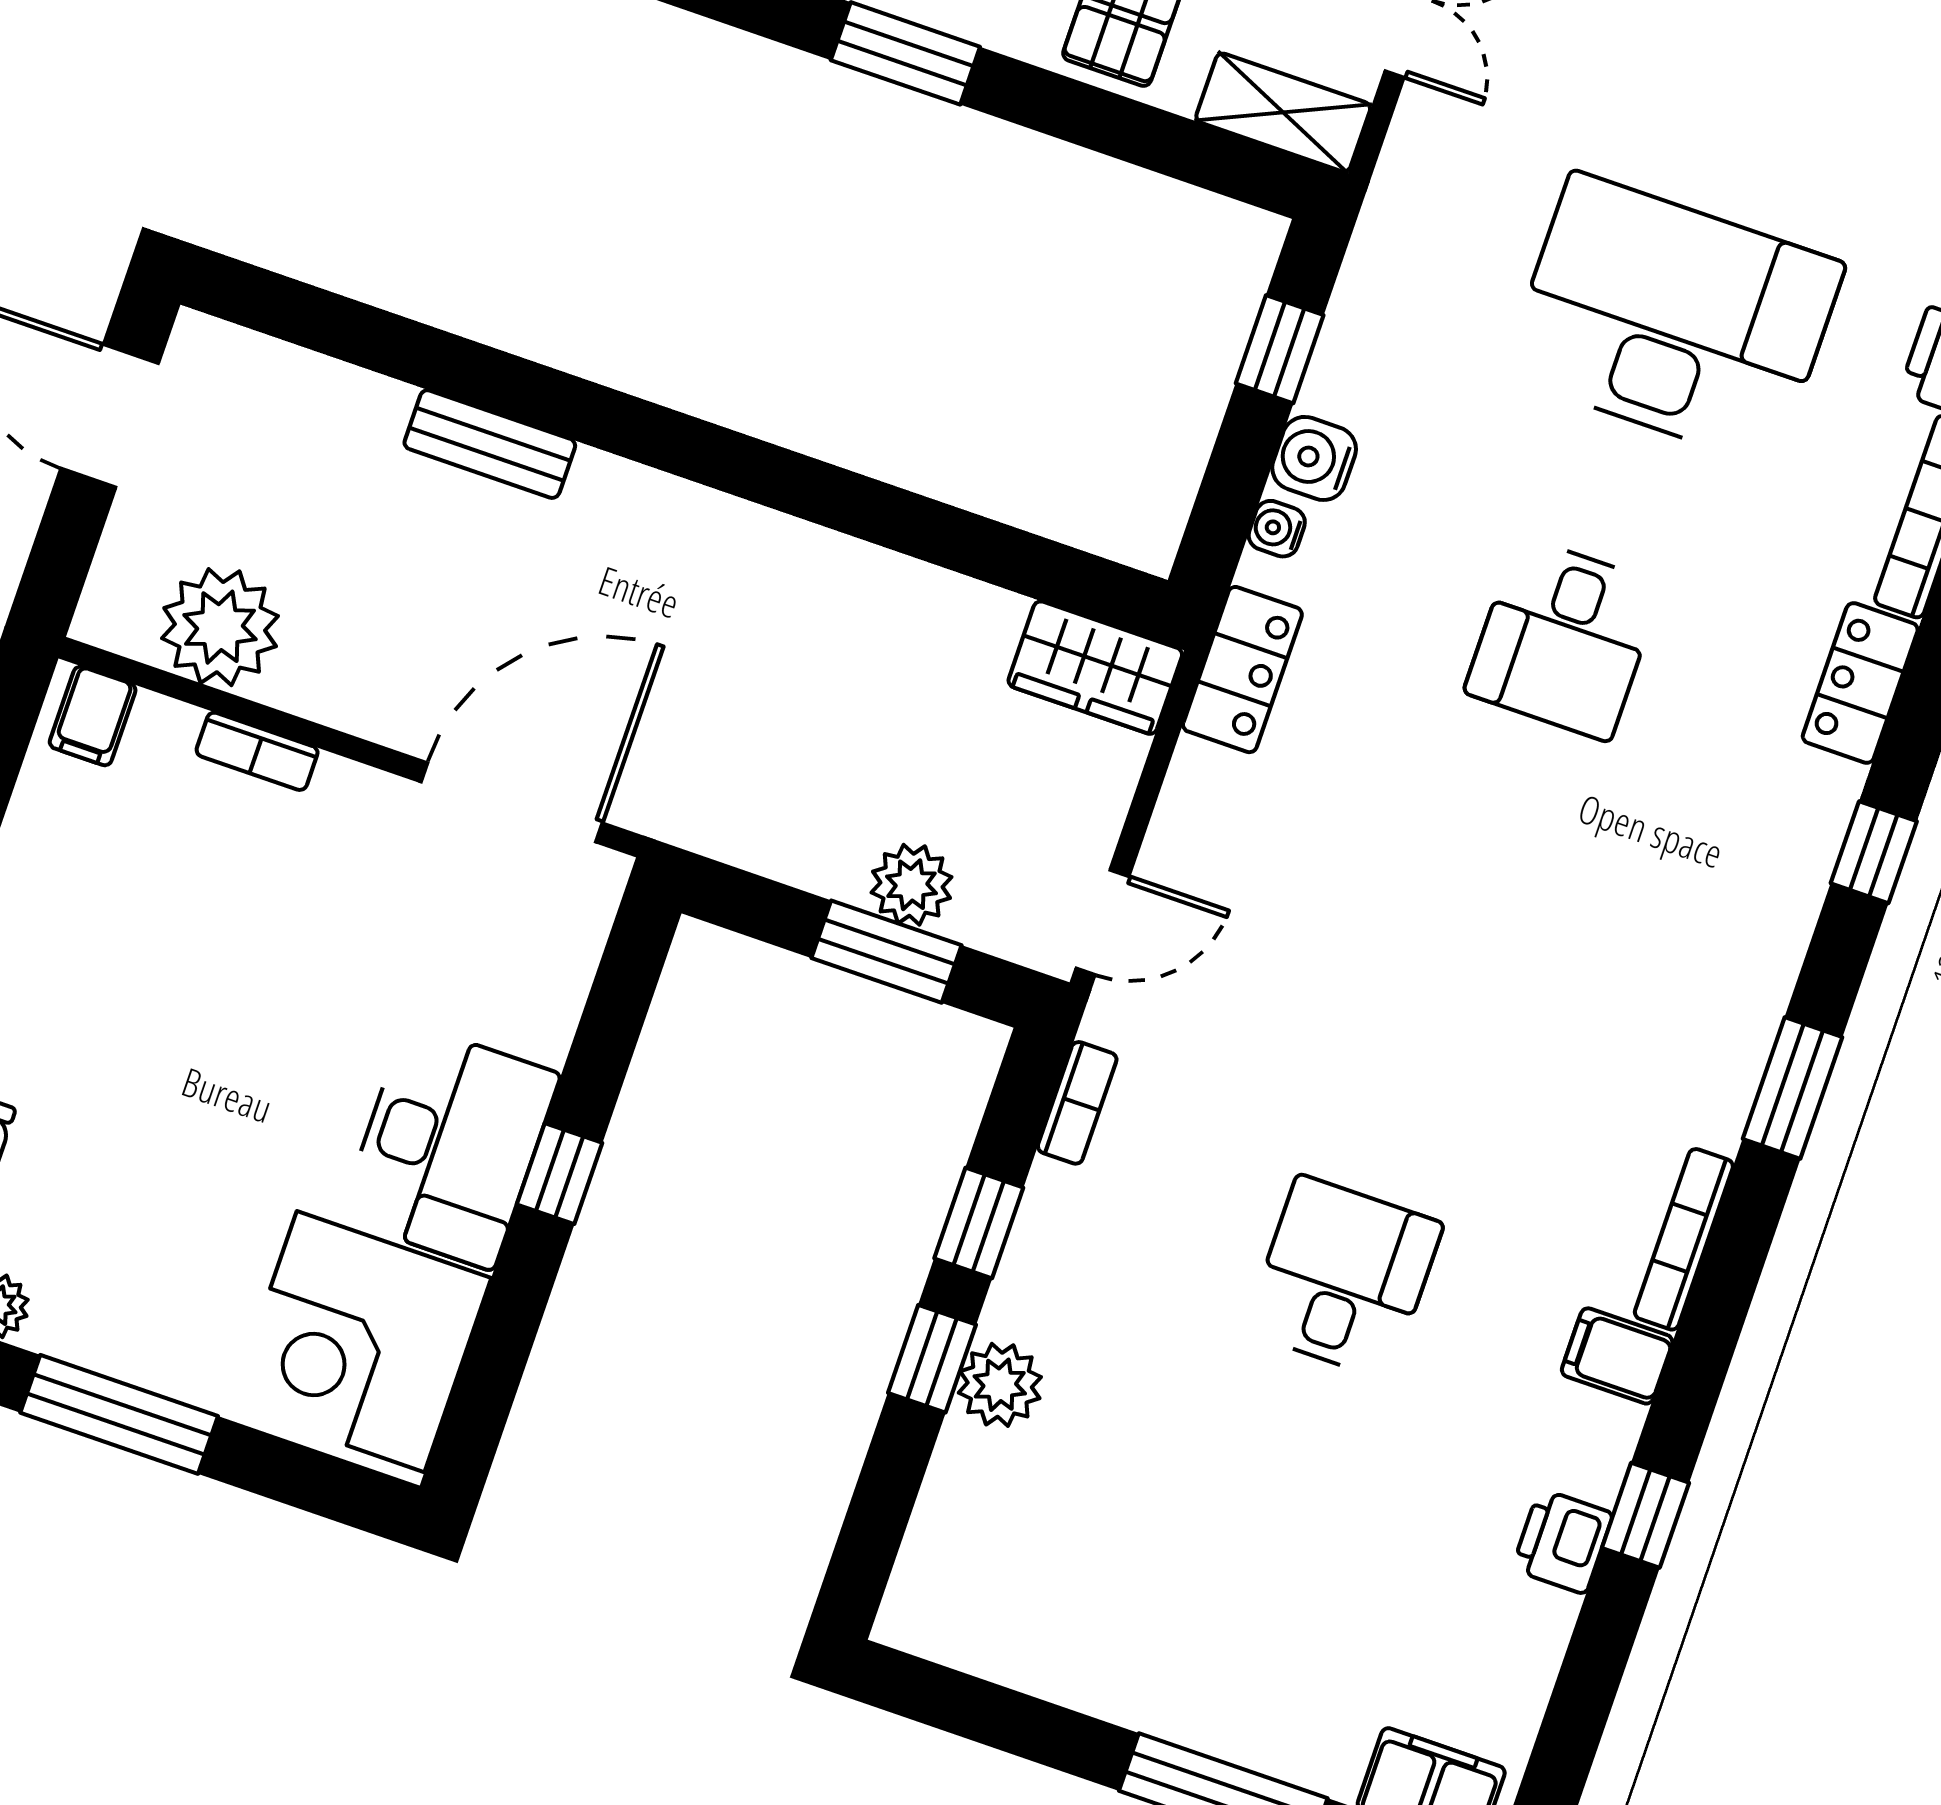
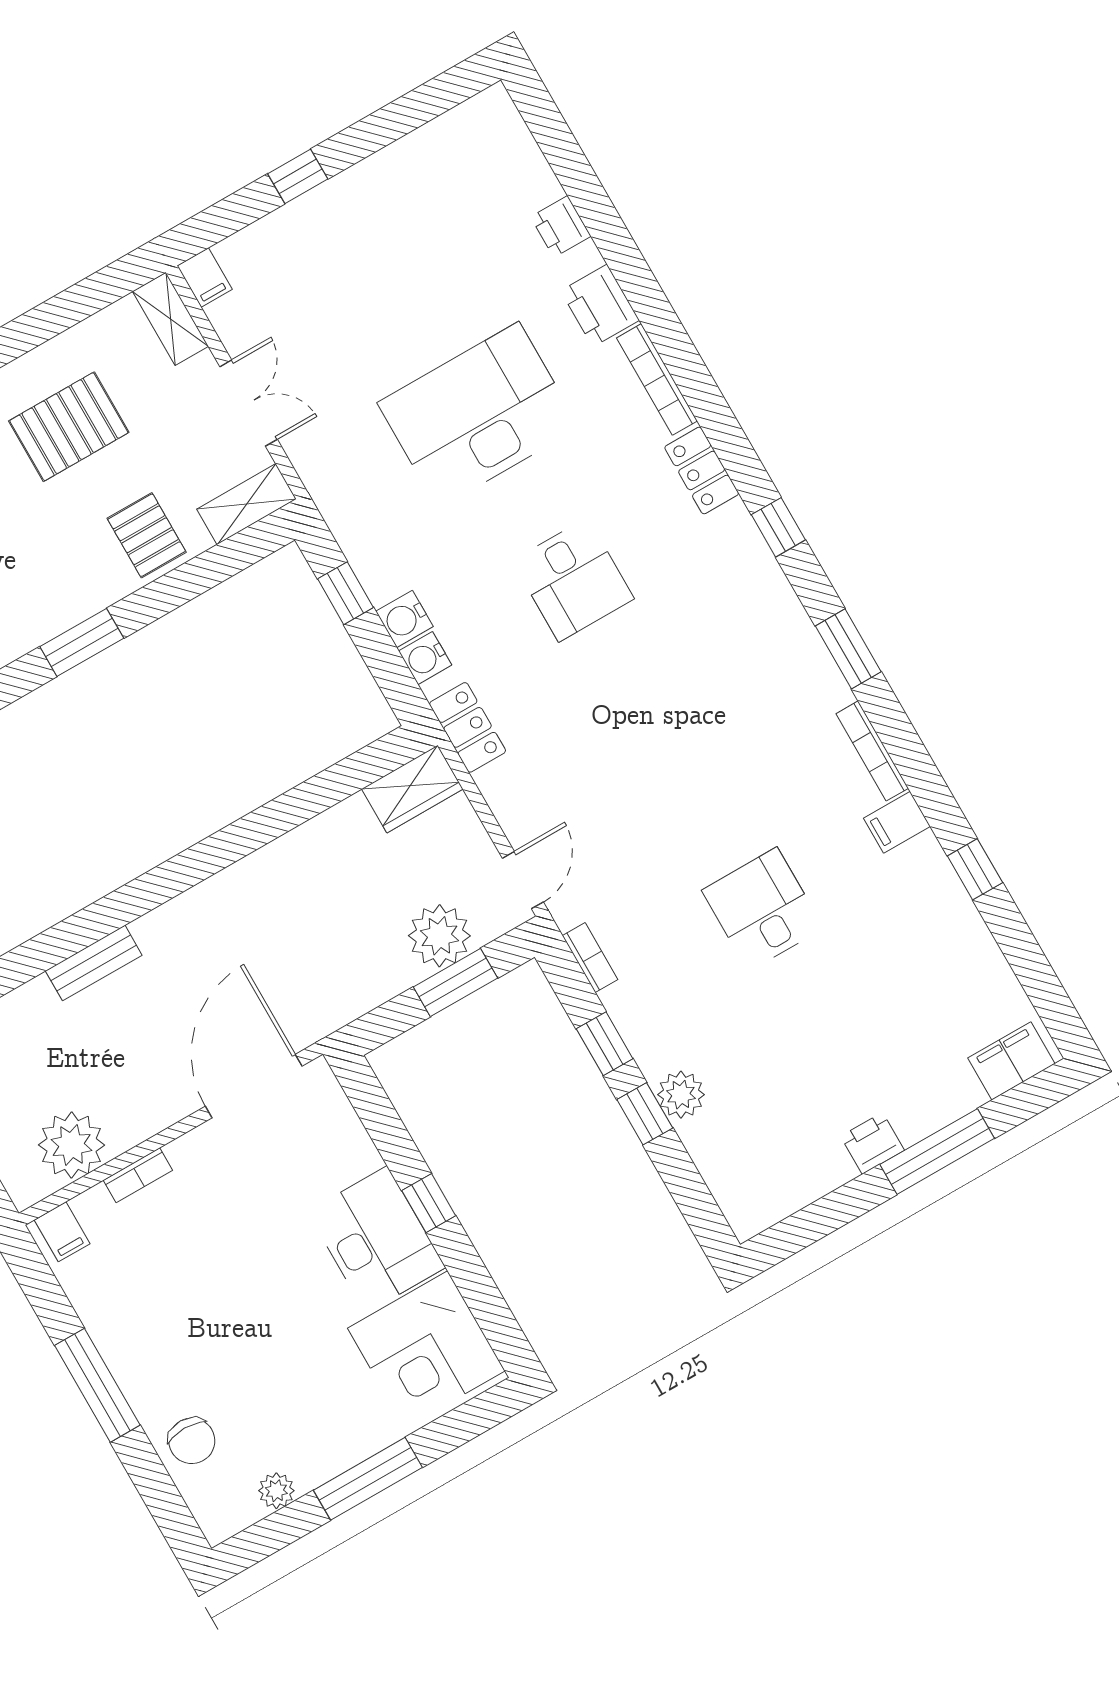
water cooler: (1277, 529) -> (425, 658), width x1.38, depth x1.38
plant: (912, 885) -> (439, 936), width x1.36, depth x1.36
printer: (1563, 1541) -> (872, 1143), moved, turned 90

